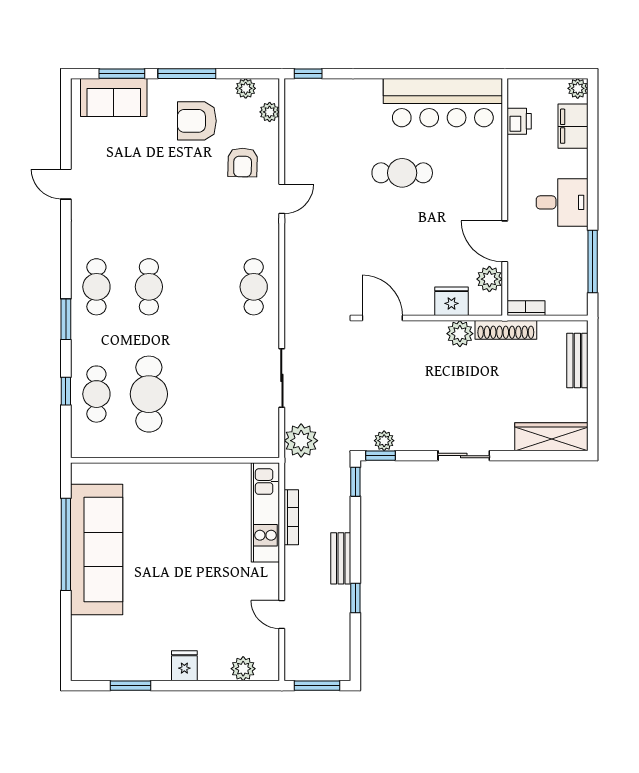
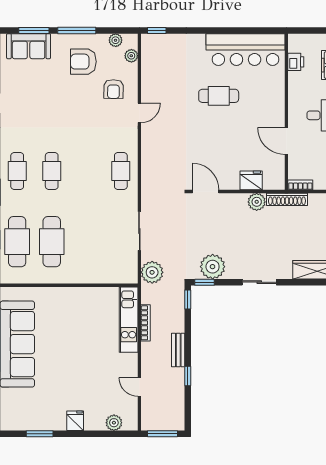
plant: (489, 279) -> (276, 166), removed
cafe table: (96, 394) -> (17, 242), width x1.37, depth x1.35
plant: (384, 441) -> (213, 267), width x1.88, depth x1.88

